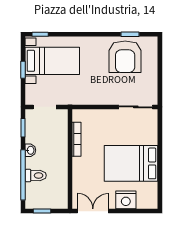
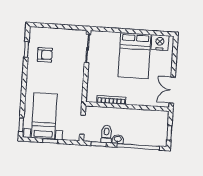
armchair: (125, 57) -> (45, 55), width x0.53, depth x0.53
toilet: (36, 175) -> (106, 134), moved
nightstand: (126, 200) -> (160, 43), moved, turned -90

